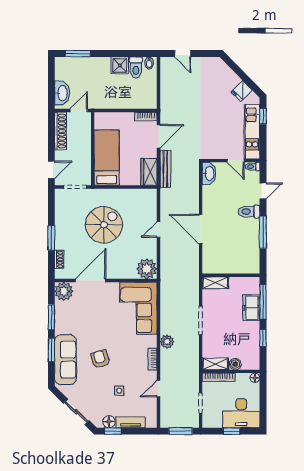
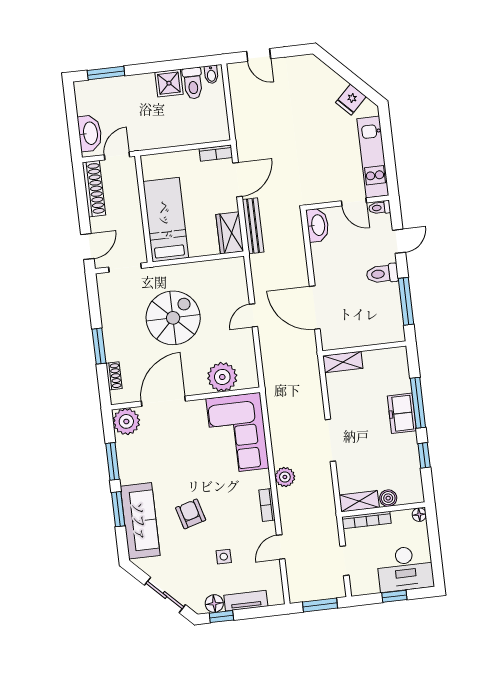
window: (263, 116) -> (386, 133), removed
plant: (147, 269) -> (222, 377), moved
wall: (231, 275) -> (364, 348), moved
shelving: (215, 283) -> (343, 362), moved

